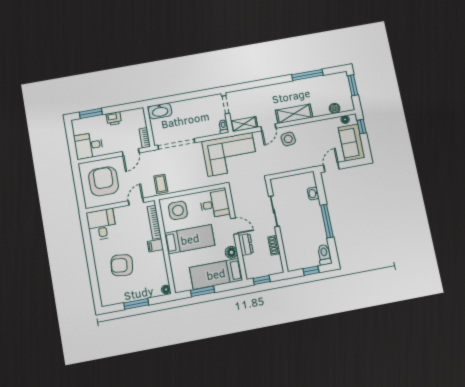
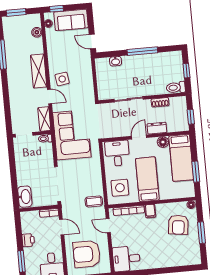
toilet: (324, 255) -> (176, 87), moved
armchair: (122, 265) -> (178, 225), moved

